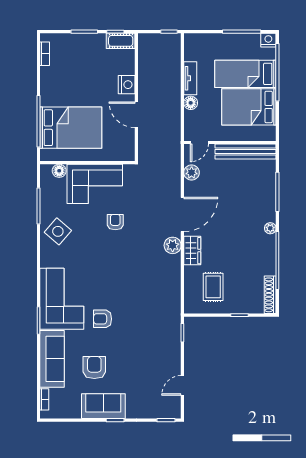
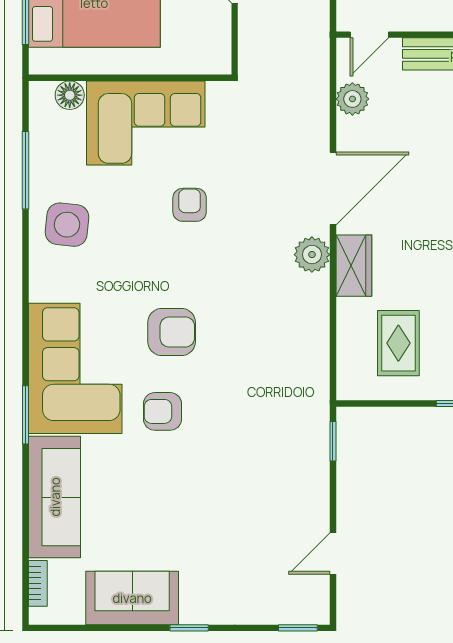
side table: (58, 231) -> (67, 225), turned -35
armchair: (94, 368) -> (172, 332), moved, turned 90
sofa: (103, 406) -> (132, 598), moved

